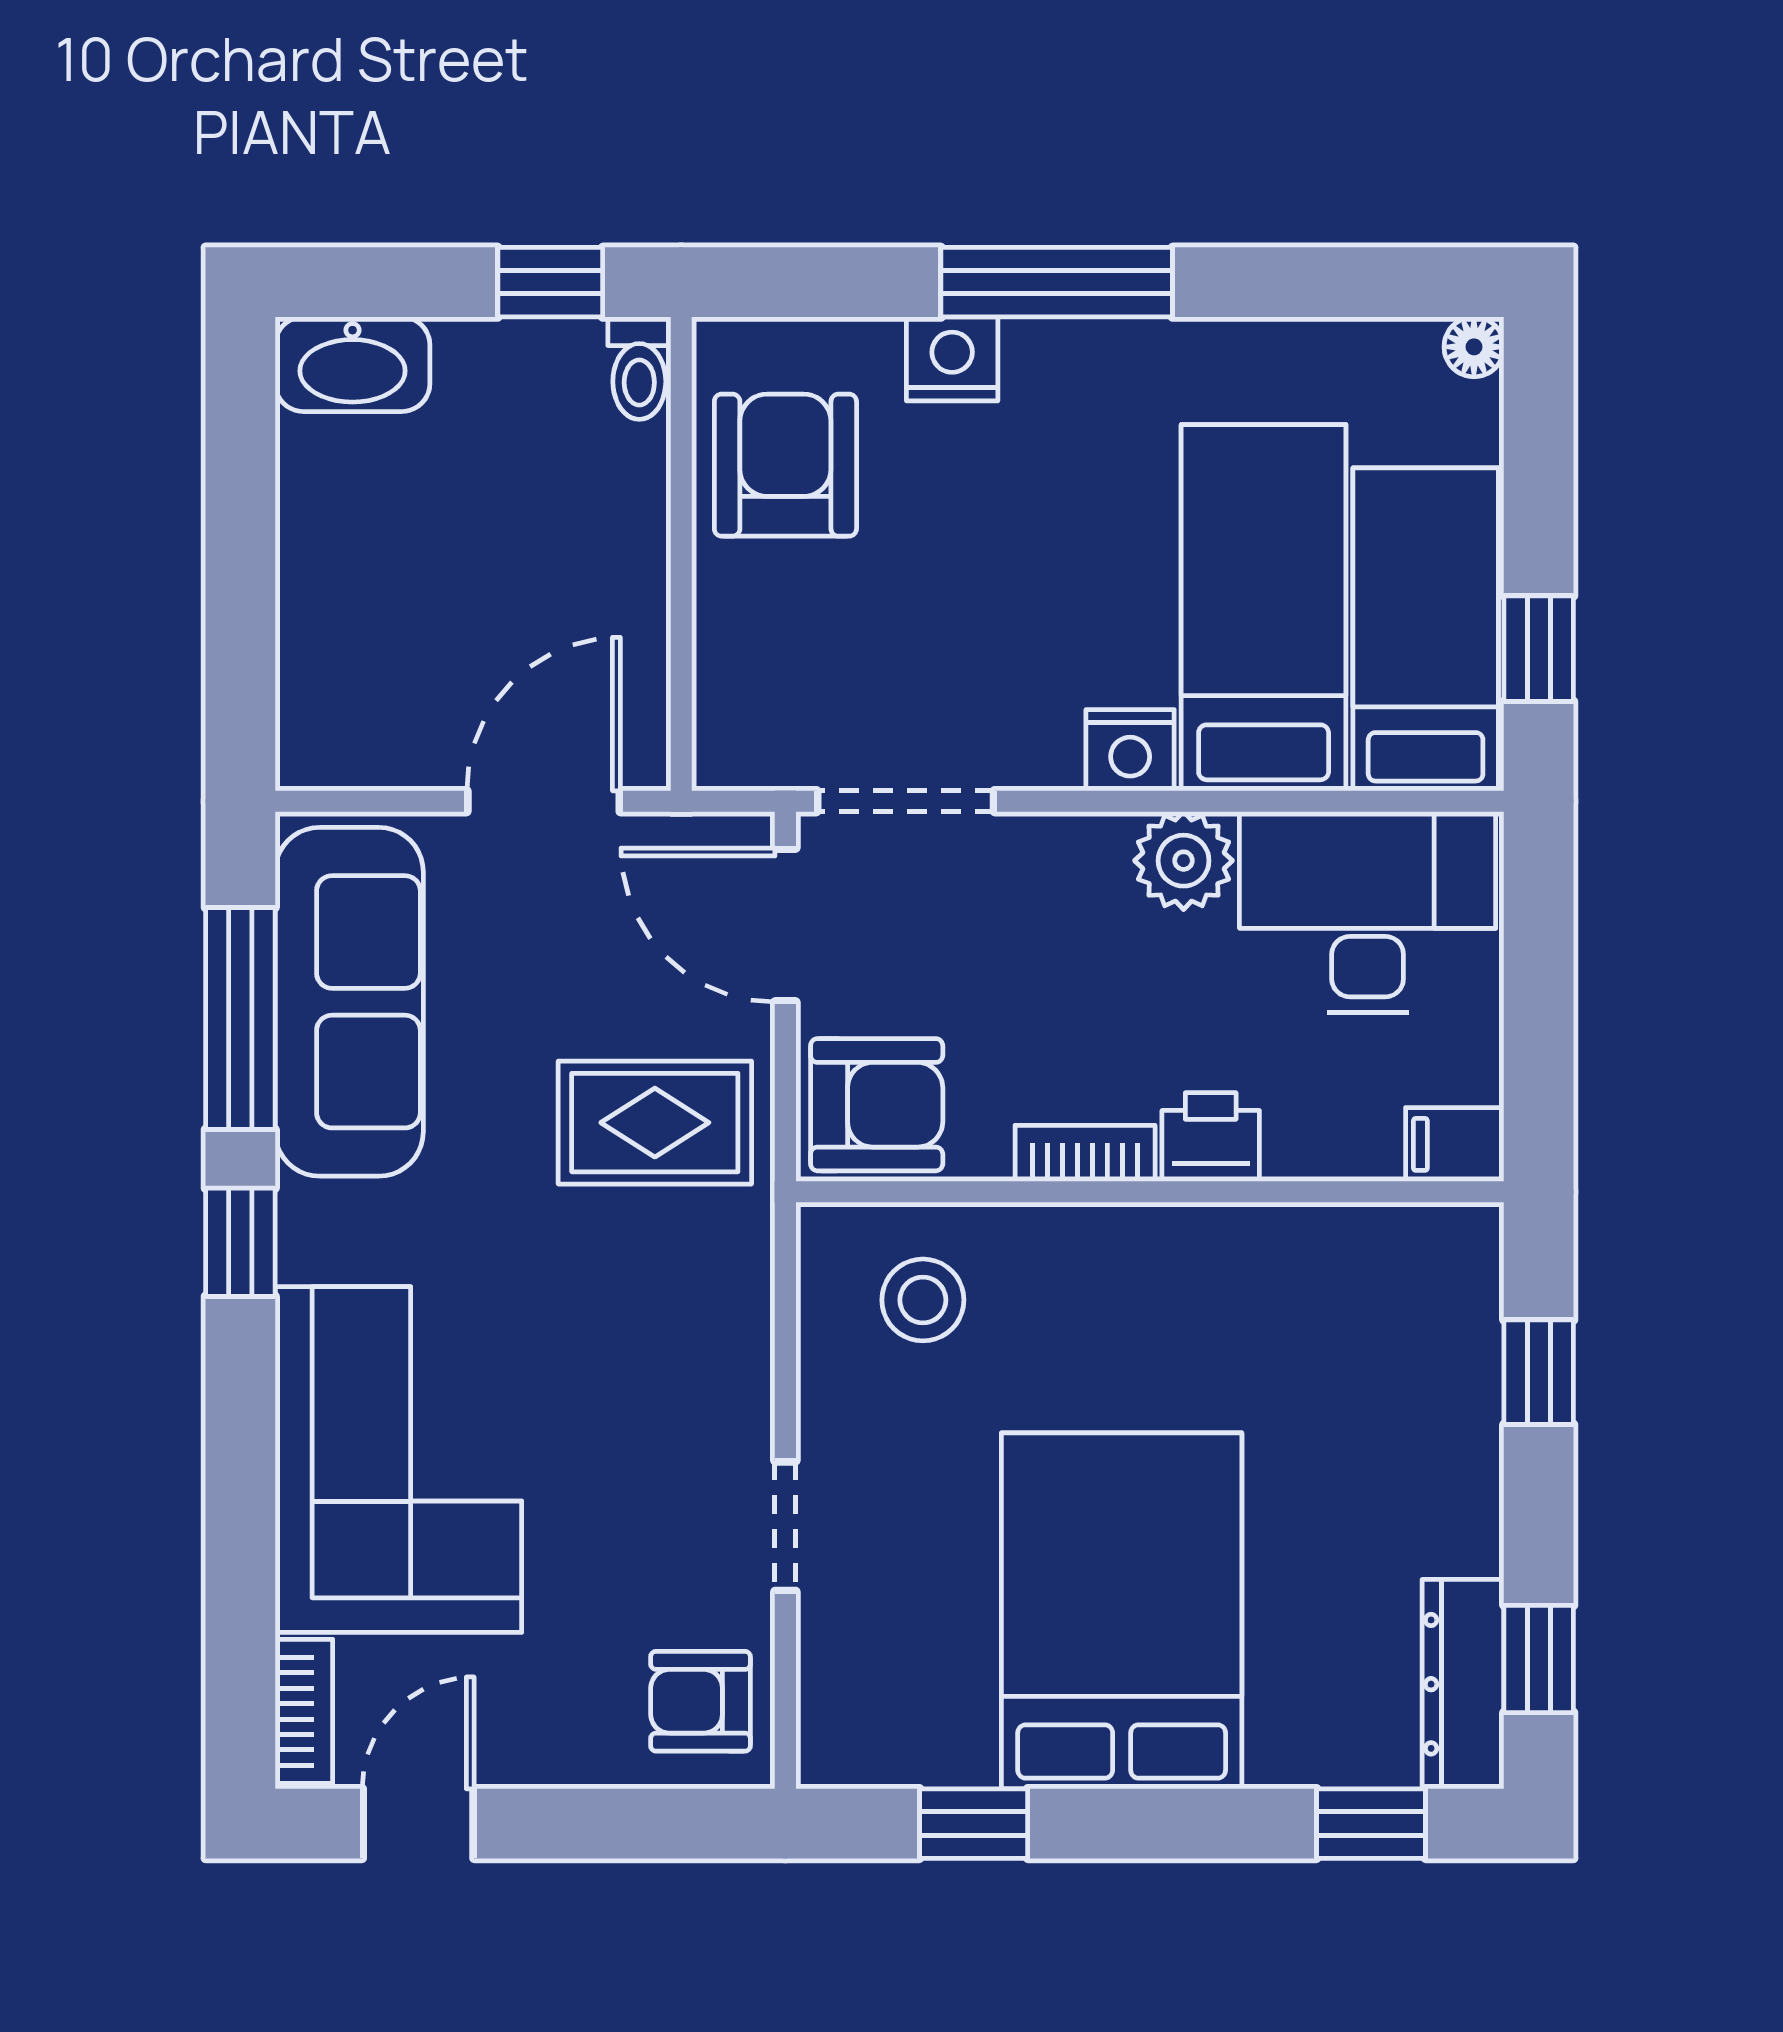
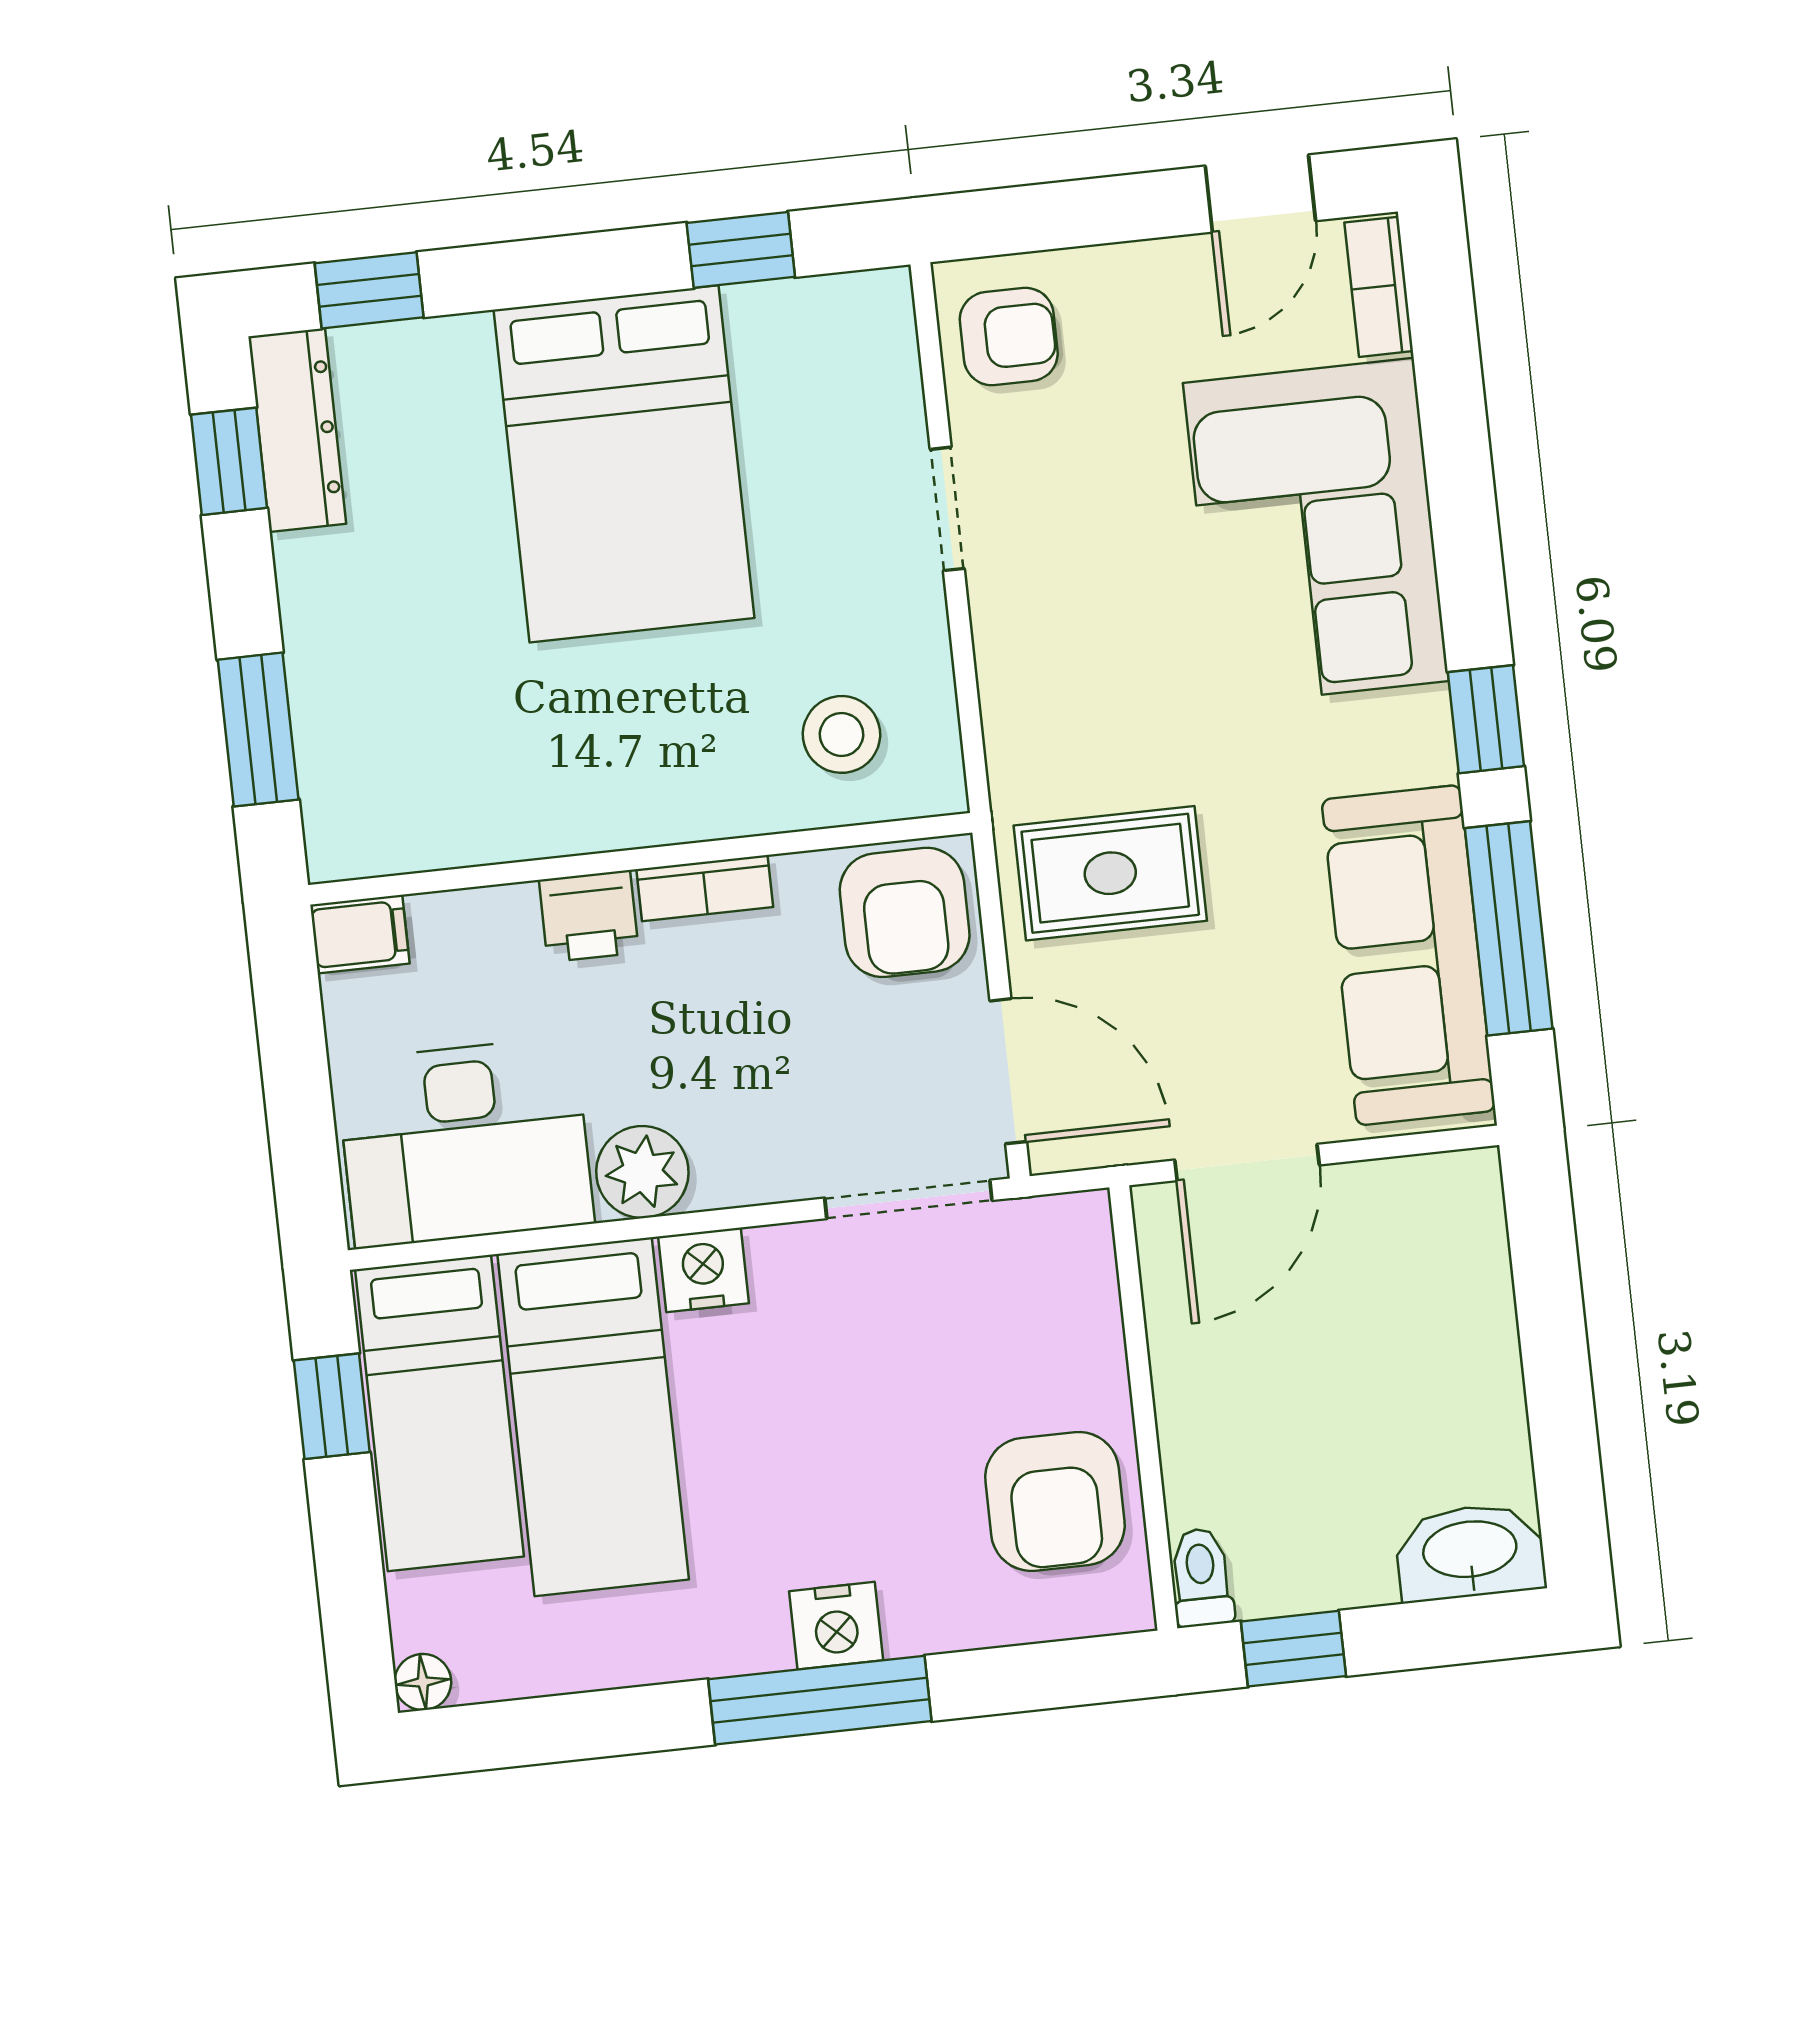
nightstand: (952, 359) -> (836, 1626), moved
armchair: (877, 1105) -> (905, 912), turned -90
window: (1539, 1372) -> (258, 730), width x1.50

